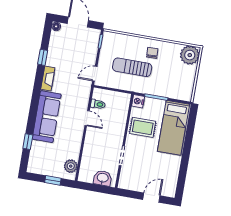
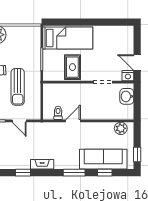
door: (95, 74) -> (19, 121), moved
nightstand: (138, 101) -> (128, 76), moved
window: (33, 110) -> (74, 173), added
sofa: (47, 117) -> (103, 159), moved
window: (53, 180) -> (137, 154), moved
door: (151, 198) -> (137, 62), moved

